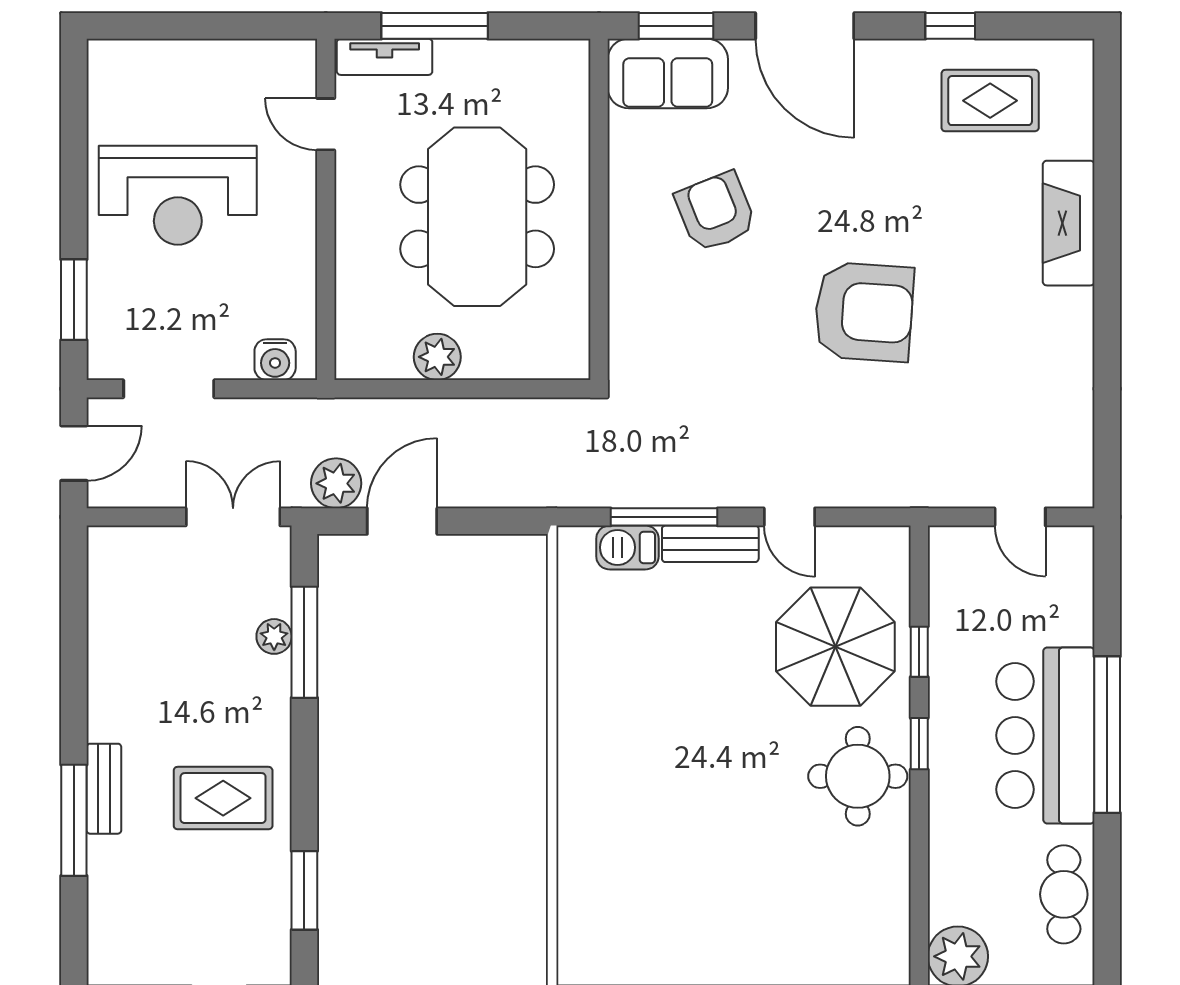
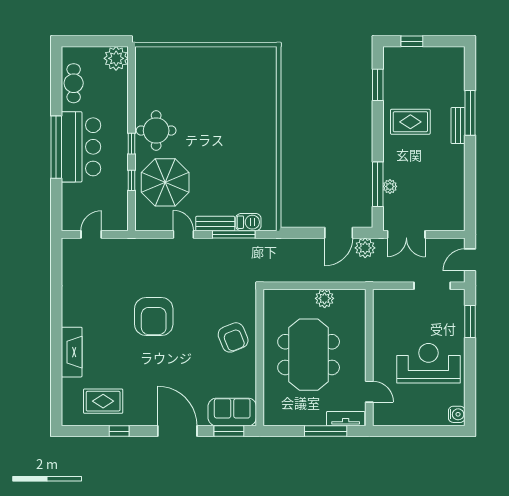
armchair: (716, 212) -> (233, 337), moved
armchair: (864, 312) -> (154, 317), turned -94
water cooler: (275, 360) -> (457, 414), moved, turned 90
door: (1020, 517) -> (91, 234), hinge flipped

